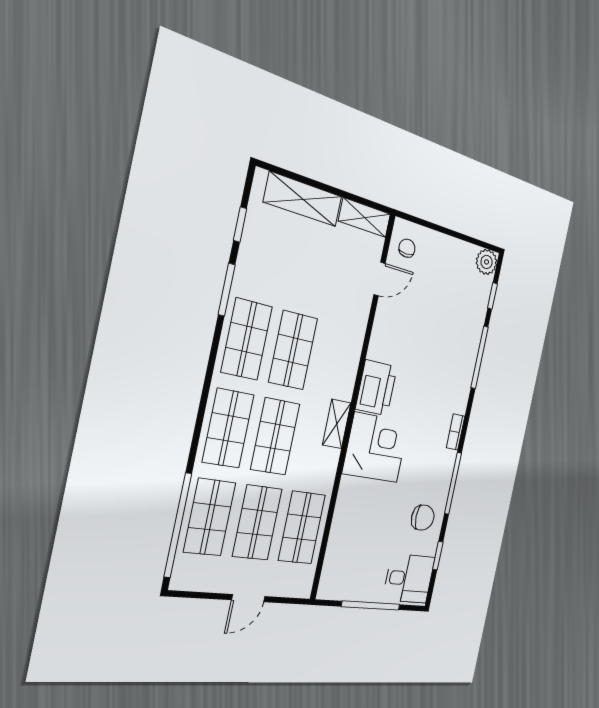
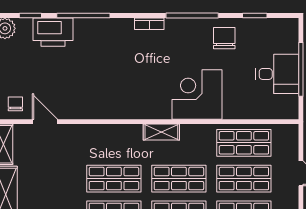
chair: (407, 248) -> (15, 104), turned 90
printer: (376, 388) -> (53, 32), moved, turned 180
corner desk: (376, 448) -> (197, 94), moved
desk: (409, 579) -> (277, 74), moved, turned 90

